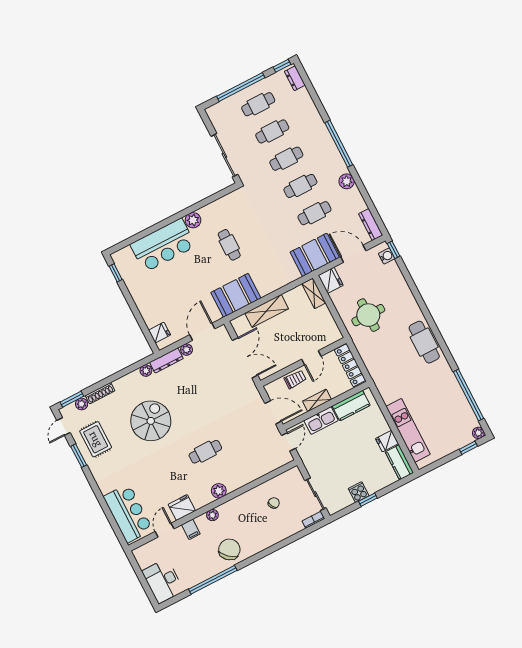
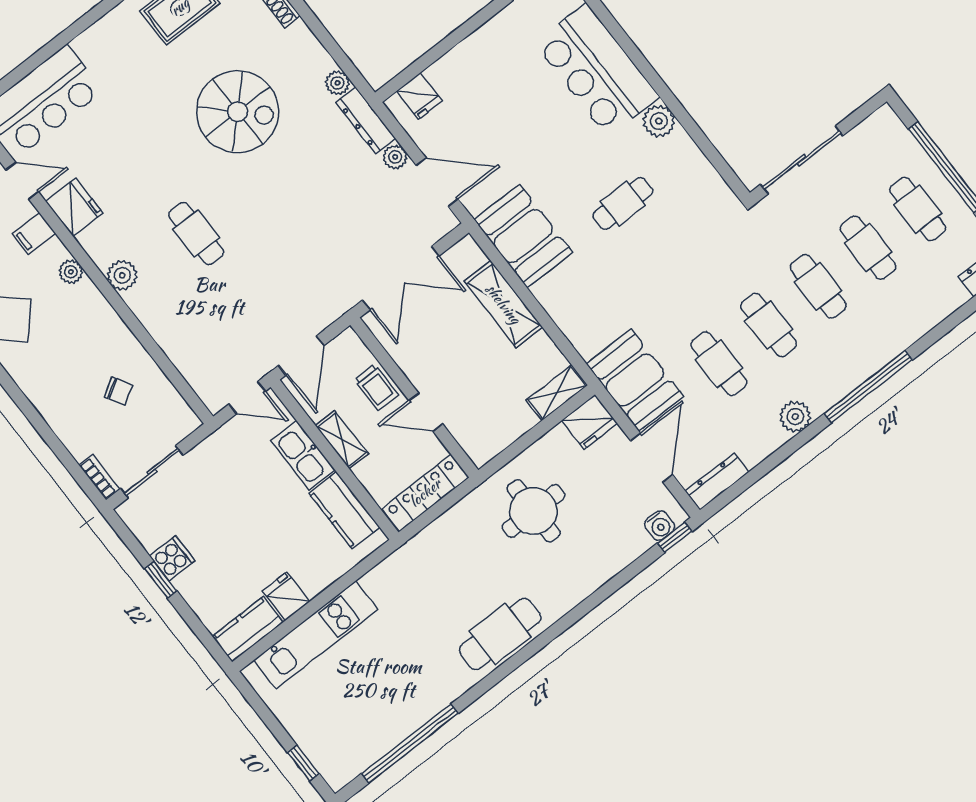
plant: (478, 433) -> (337, 778), removed

